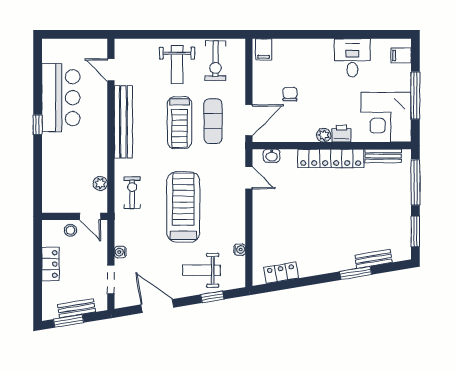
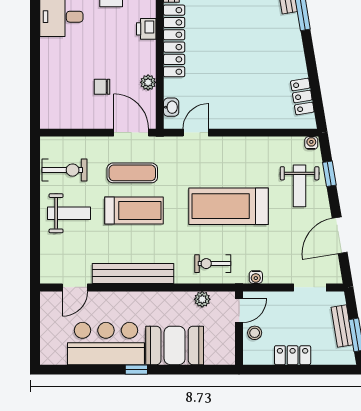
filing cabinet: (264, 49) -> (52, 116), removed
plant: (324, 135) -> (148, 82), moved
booth: (59, 159) -> (175, 345), added
water cooler: (240, 250) -> (311, 143), moved
water cooler: (120, 252) -> (256, 277), moved

